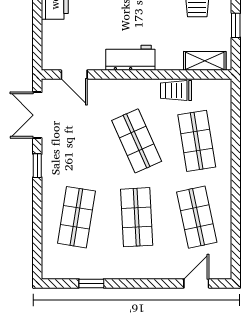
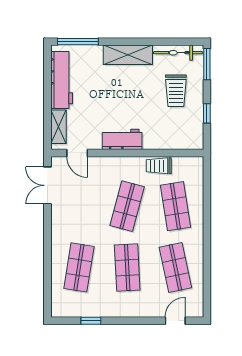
shelving: (205, 61) -> (58, 127), moved, turned 90
shop shelf: (137, 141) -> (127, 206), turned 39
window: (37, 166) -> (47, 226), removed

